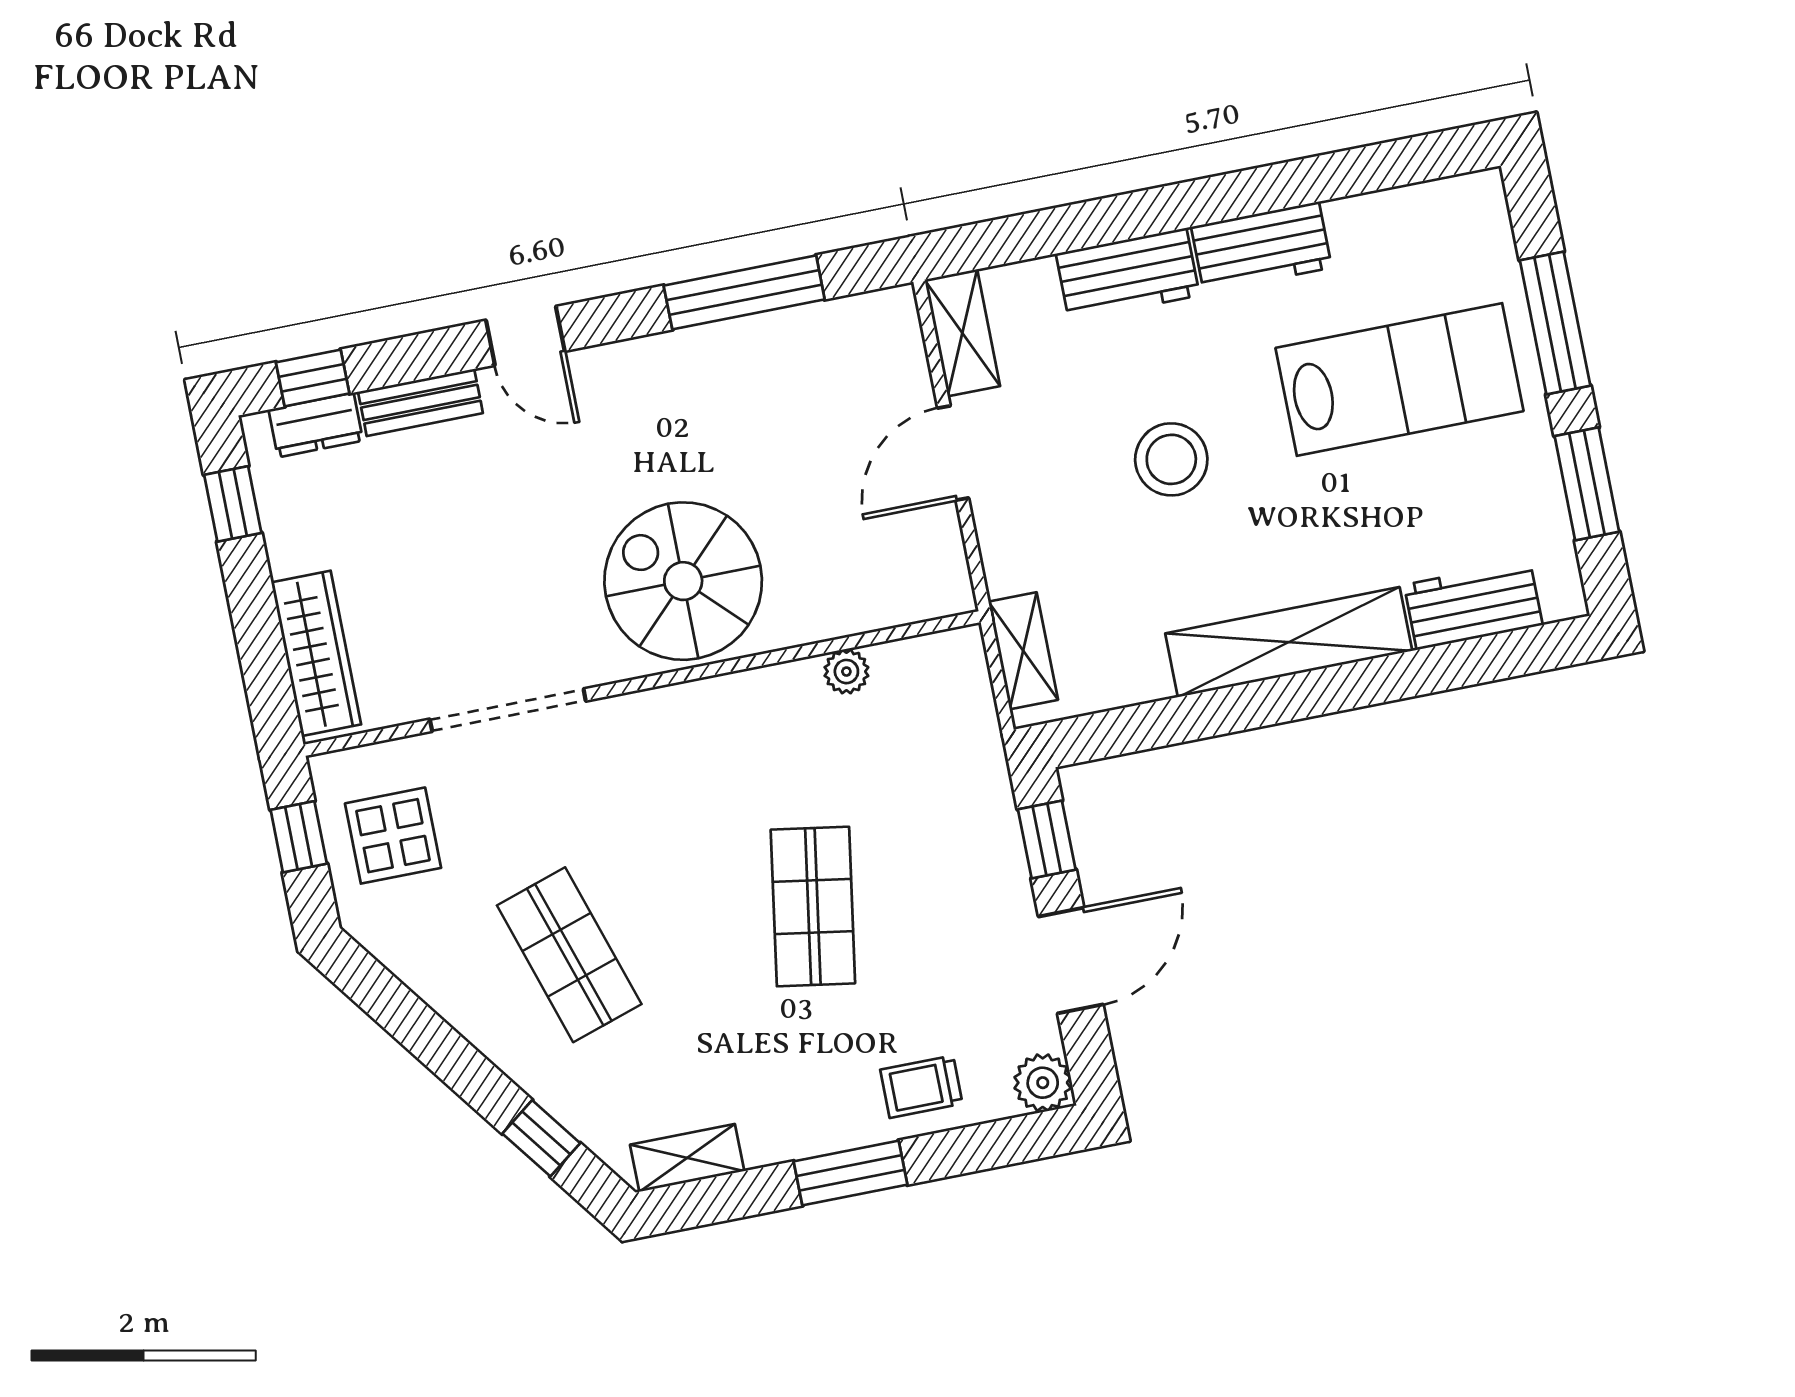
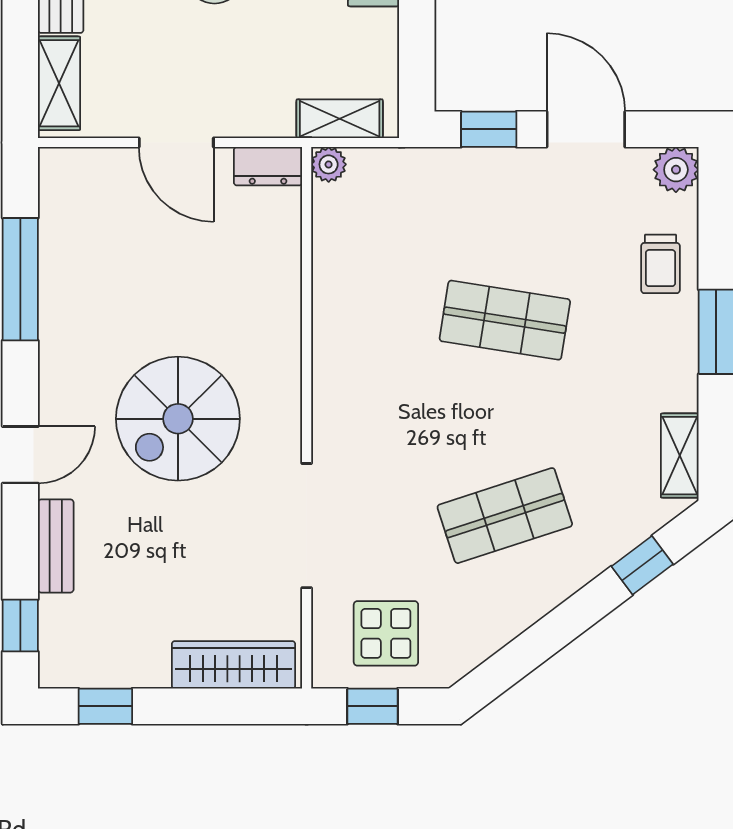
shelving: (962, 333) -> (59, 83), moved, turned 90
dresser: (316, 425) -> (268, 166), moved, turned 90
spiral stairs: (683, 581) -> (178, 419), moved
plant: (846, 672) -> (329, 164), moved

